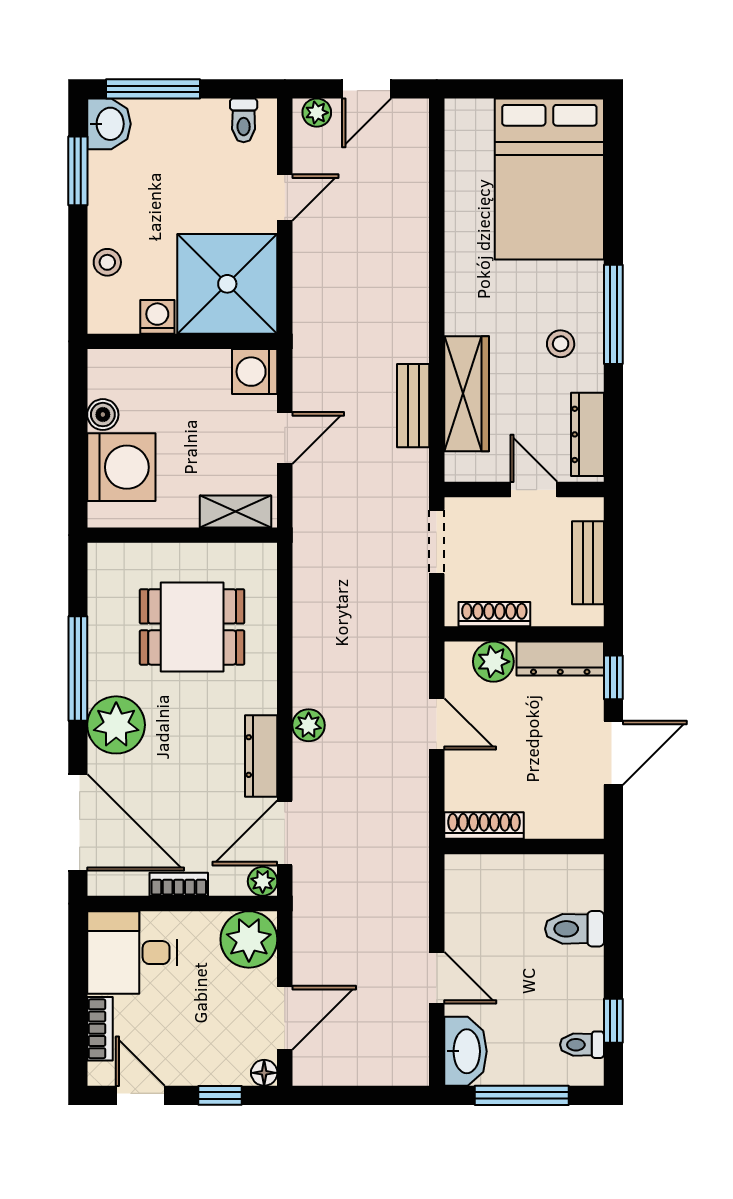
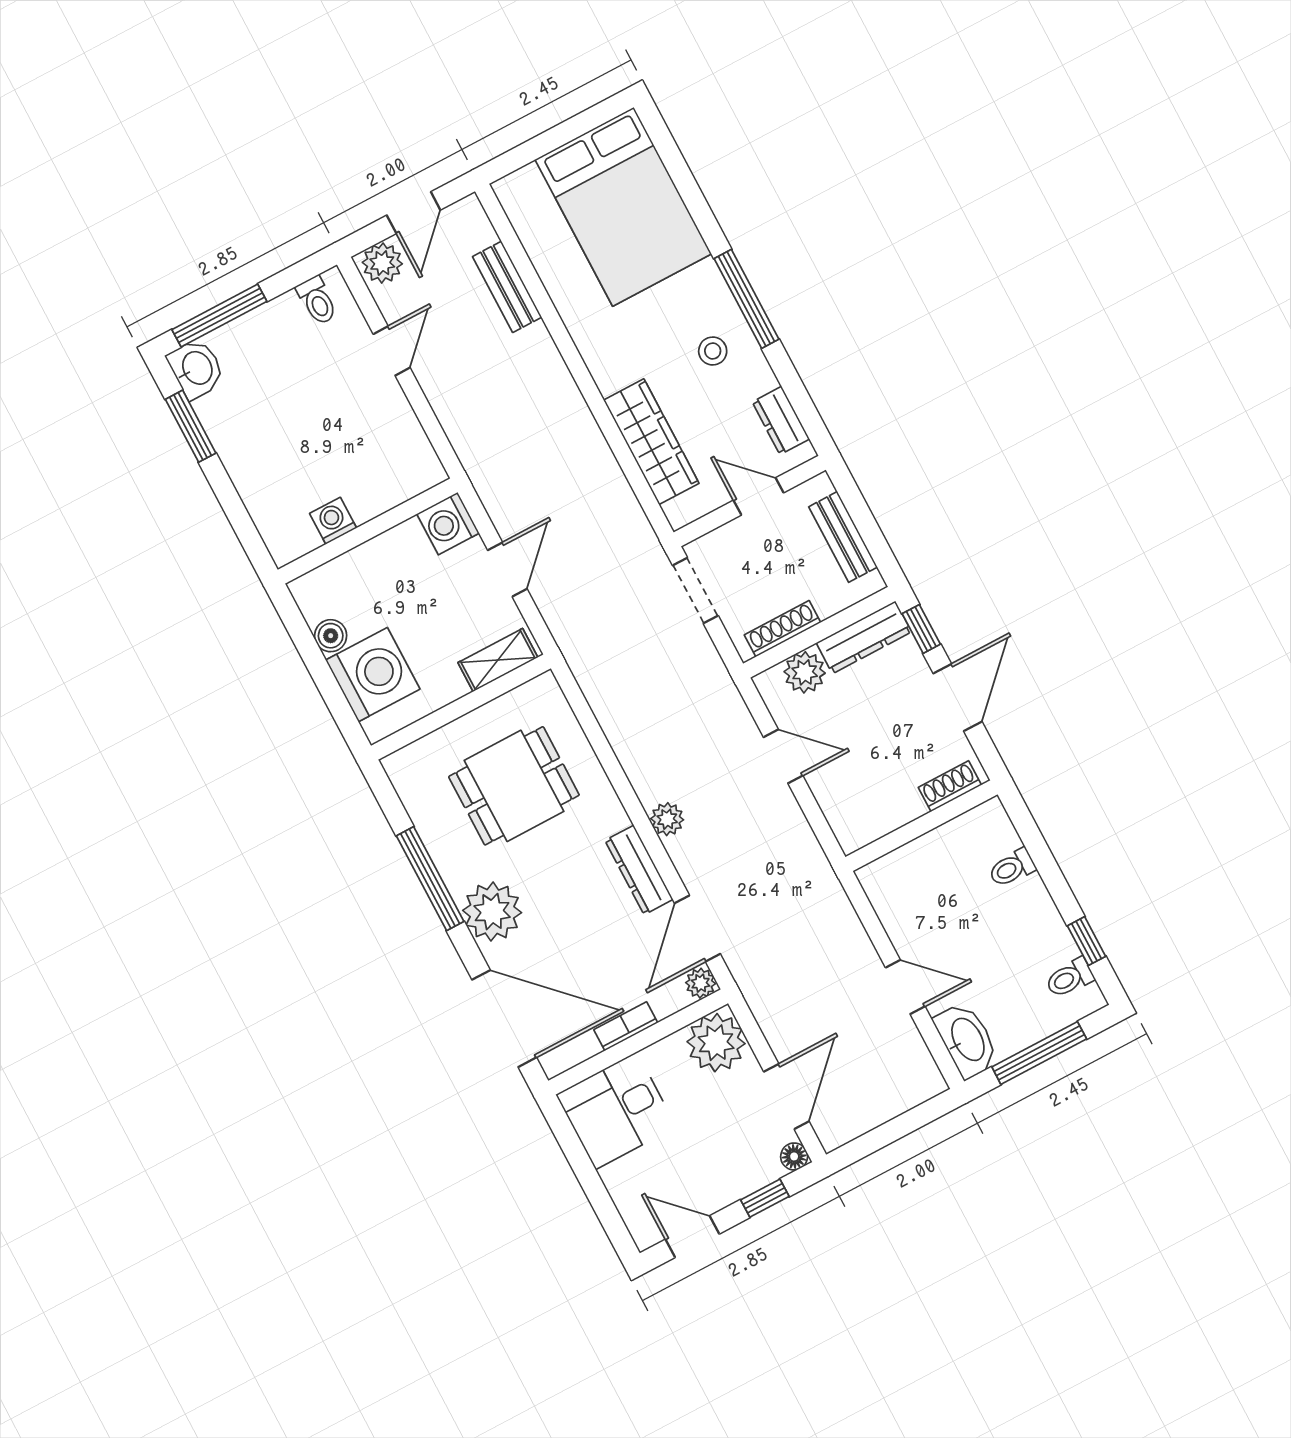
plant: (317, 113) -> (382, 263), width x1.38, depth x1.38
stool: (107, 262) -> (261, 495), removed
shower: (227, 284) -> (381, 457), removed
bench: (413, 406) -> (507, 287), moved
dresser: (588, 434) -> (781, 420), width x0.70
shoe rack: (484, 825) -> (950, 786), moved, width x0.70
toilet: (574, 929) -> (1012, 868), width x0.73, depth x0.72
bookcase: (100, 1029) -> (624, 1195), removed

